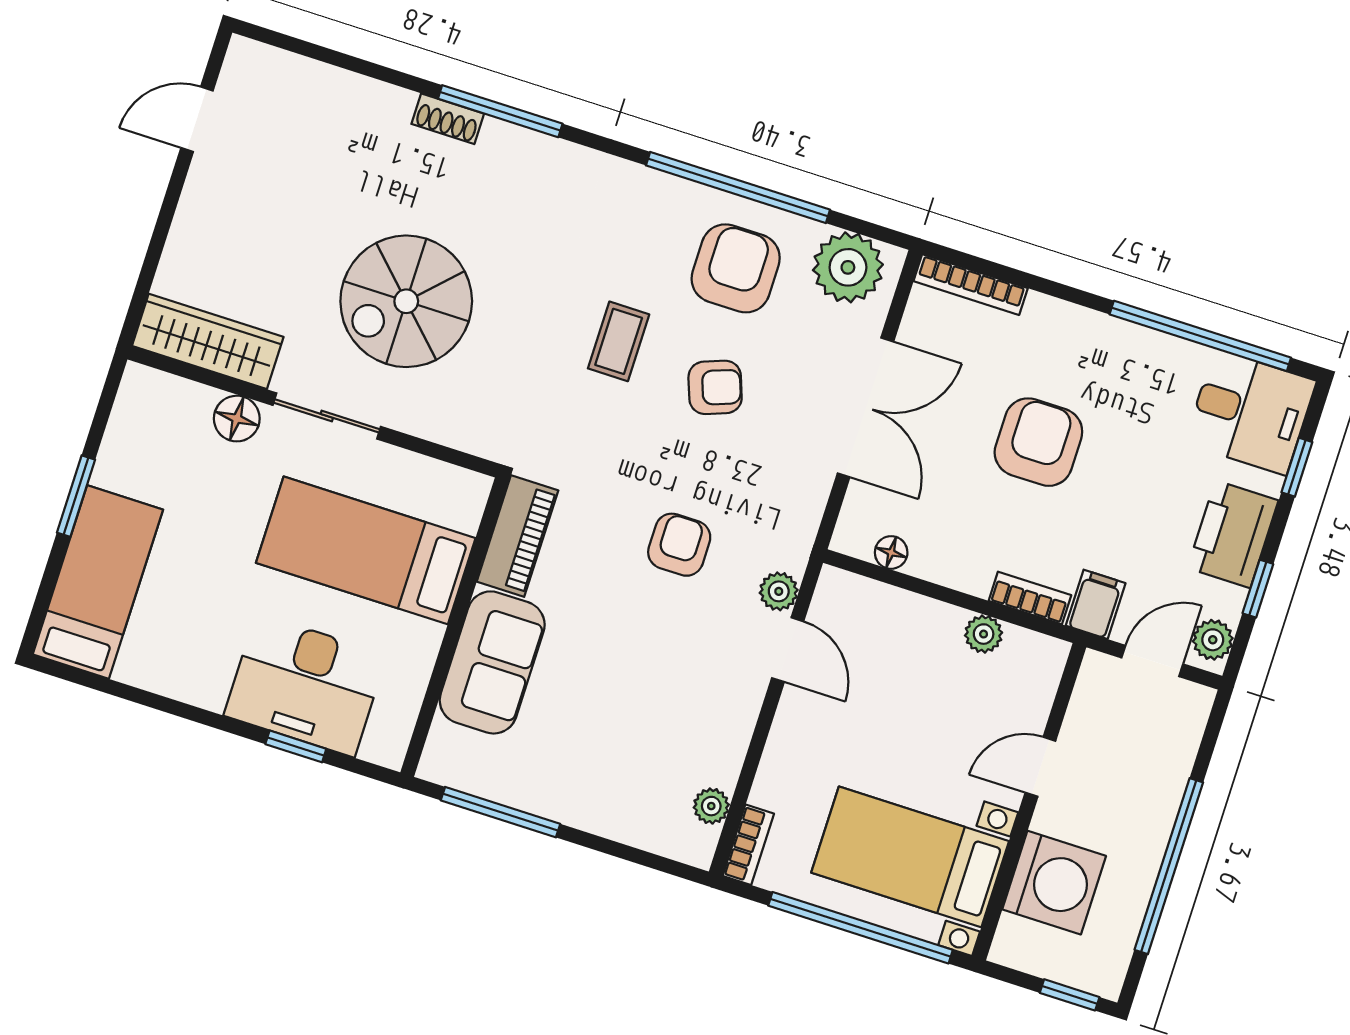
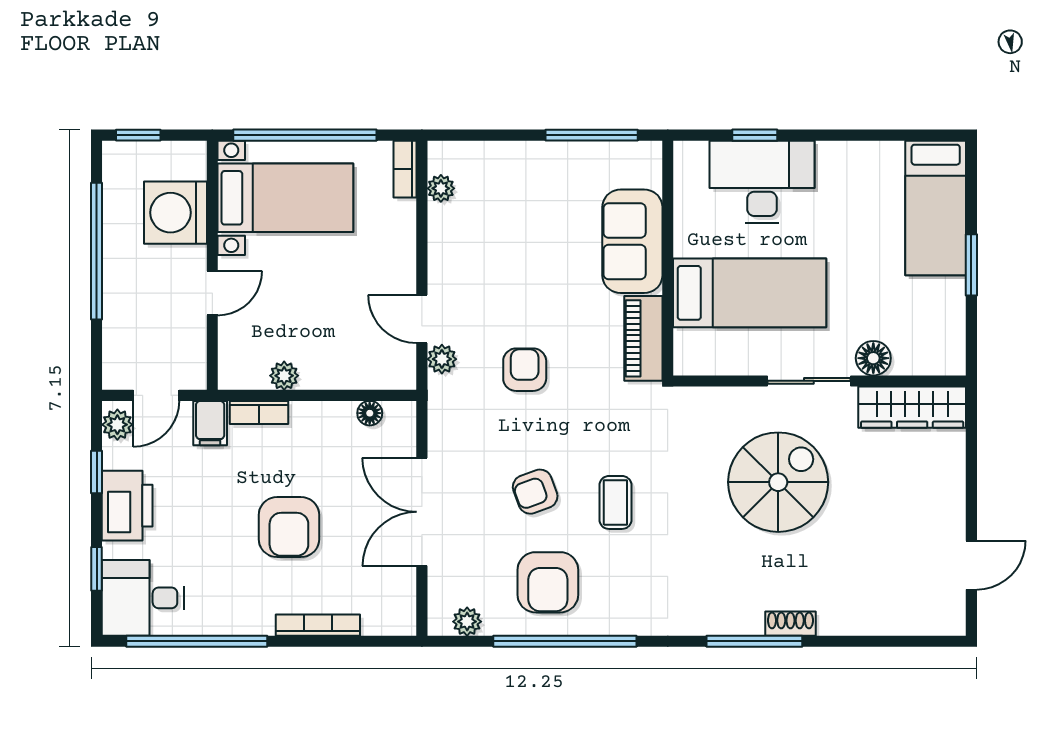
plant: (848, 267) -> (467, 622), width x0.53, depth x0.53
bookcase: (971, 285) -> (318, 625), moved
armchair: (679, 545) -> (525, 370), turned 180

